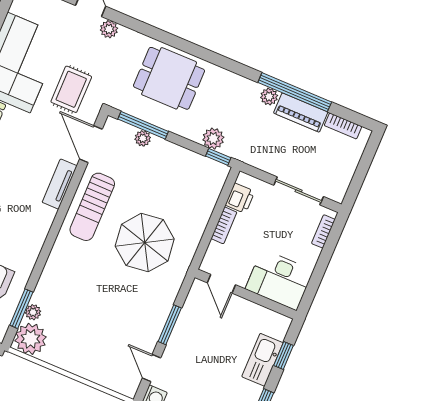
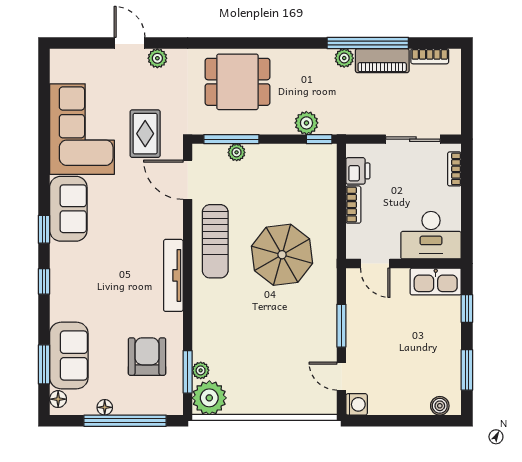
tv unit: (60, 184) -> (173, 275), moved, width x1.41
kitchen sink: (262, 360) -> (436, 282), moved, turned -90

